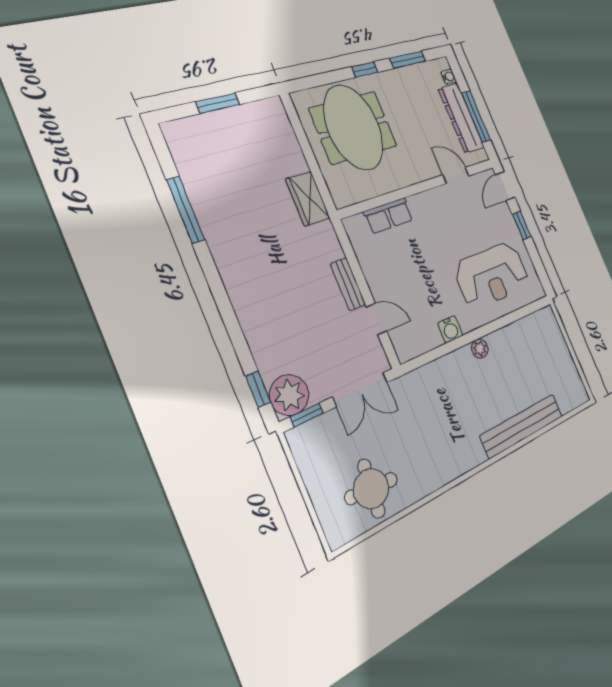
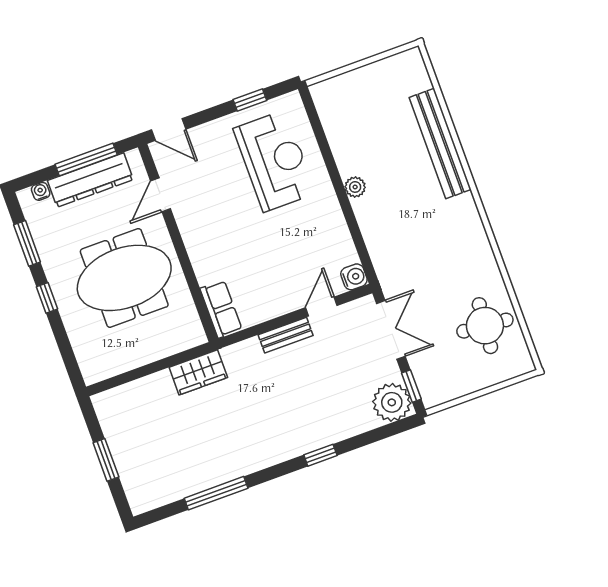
meeting table: (353, 127) -> (124, 278), moved
row of seats: (388, 216) -> (221, 309), moved
window: (522, 225) -> (250, 100), moved
water cooler: (450, 329) -> (354, 277), moved
window: (258, 389) -> (320, 455), moved

